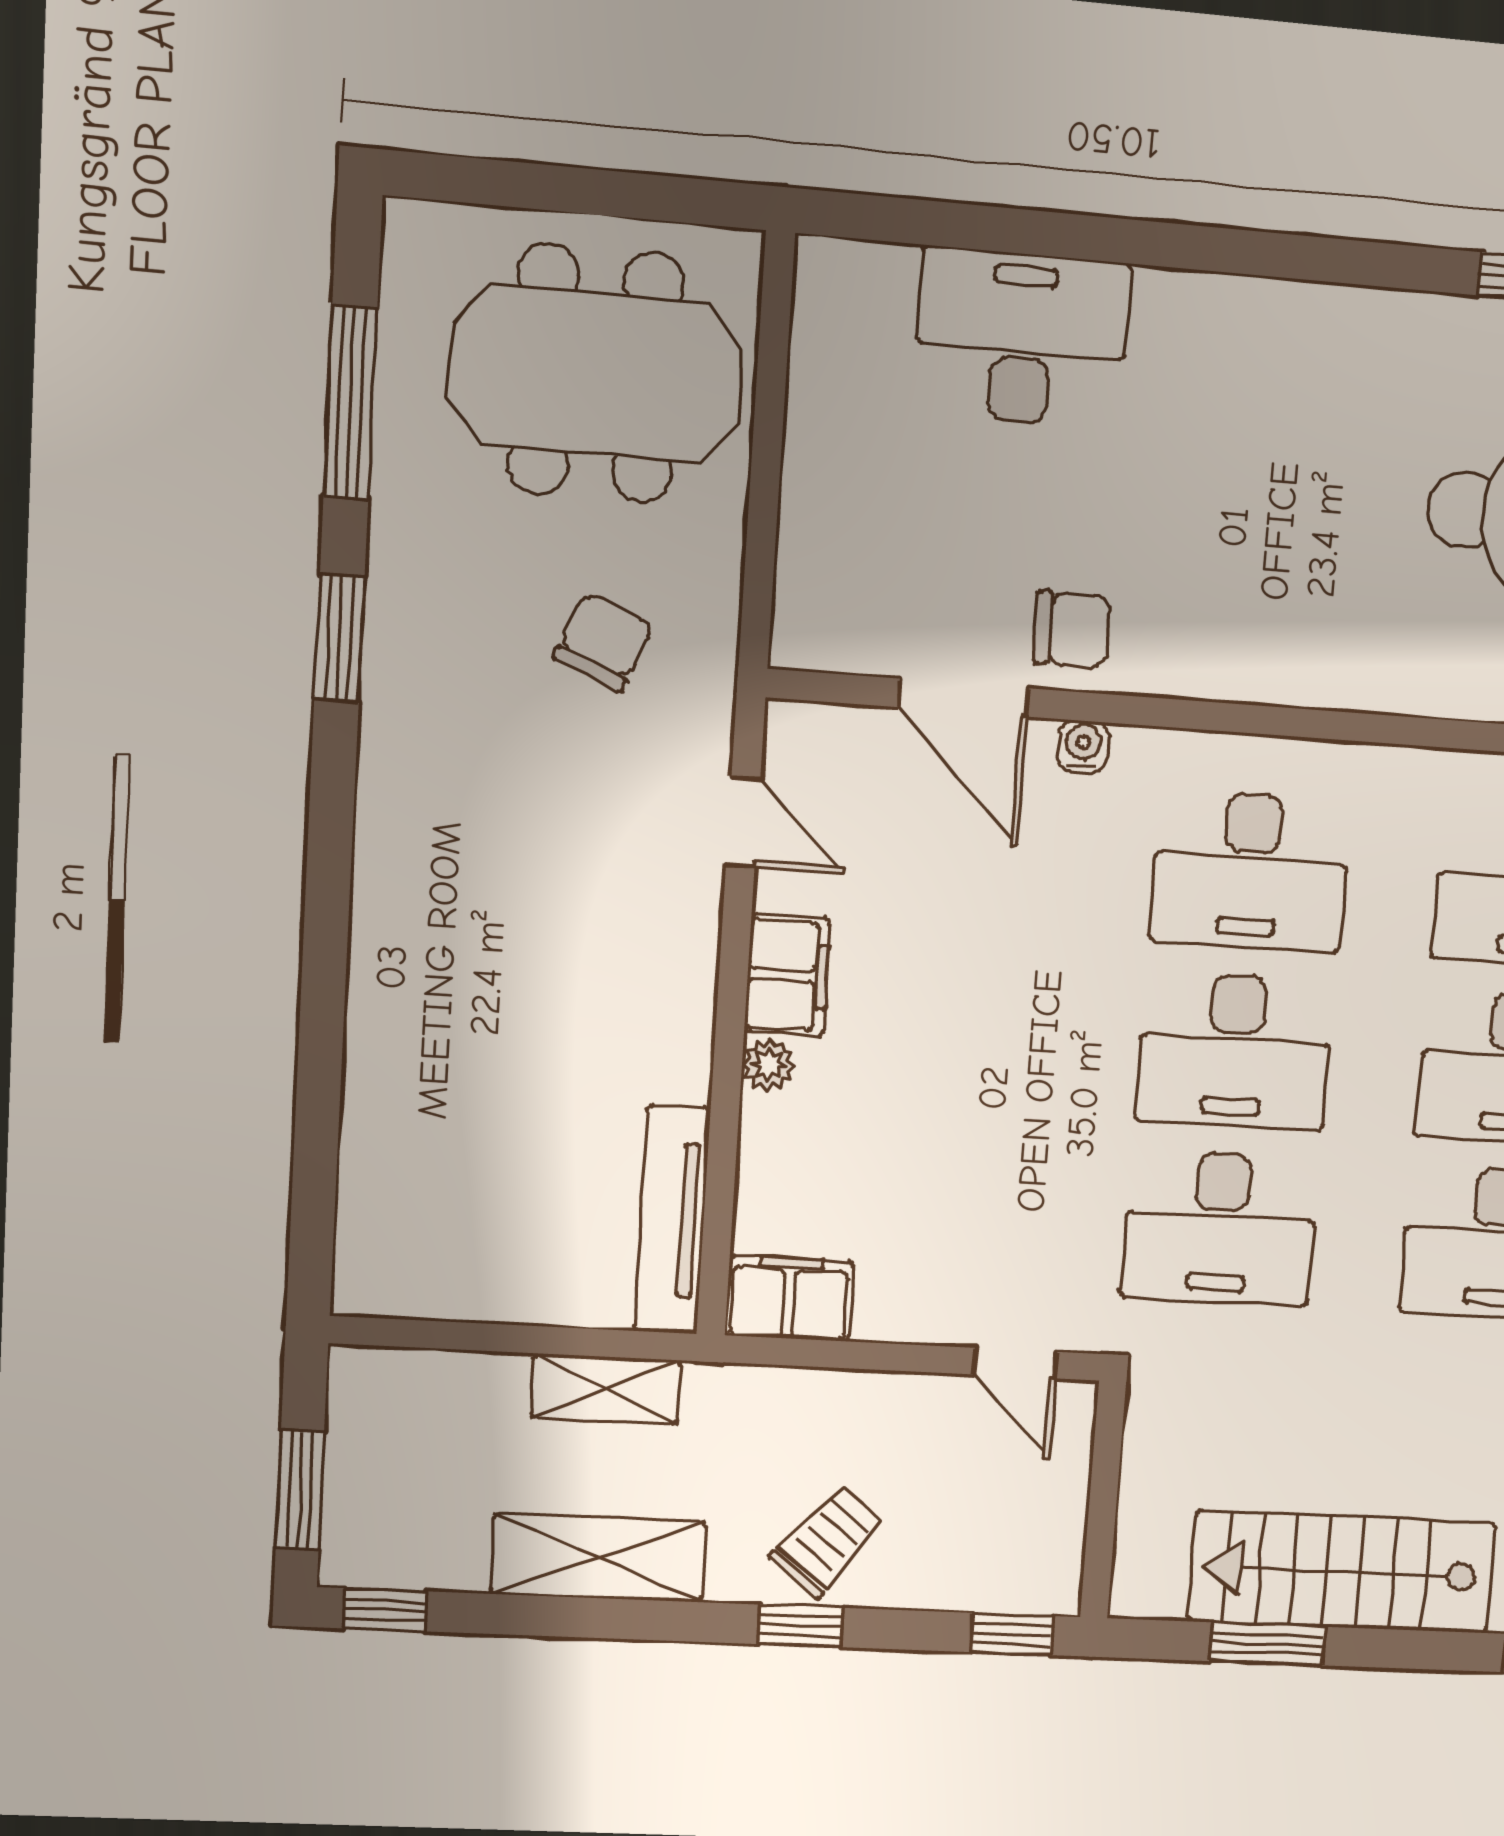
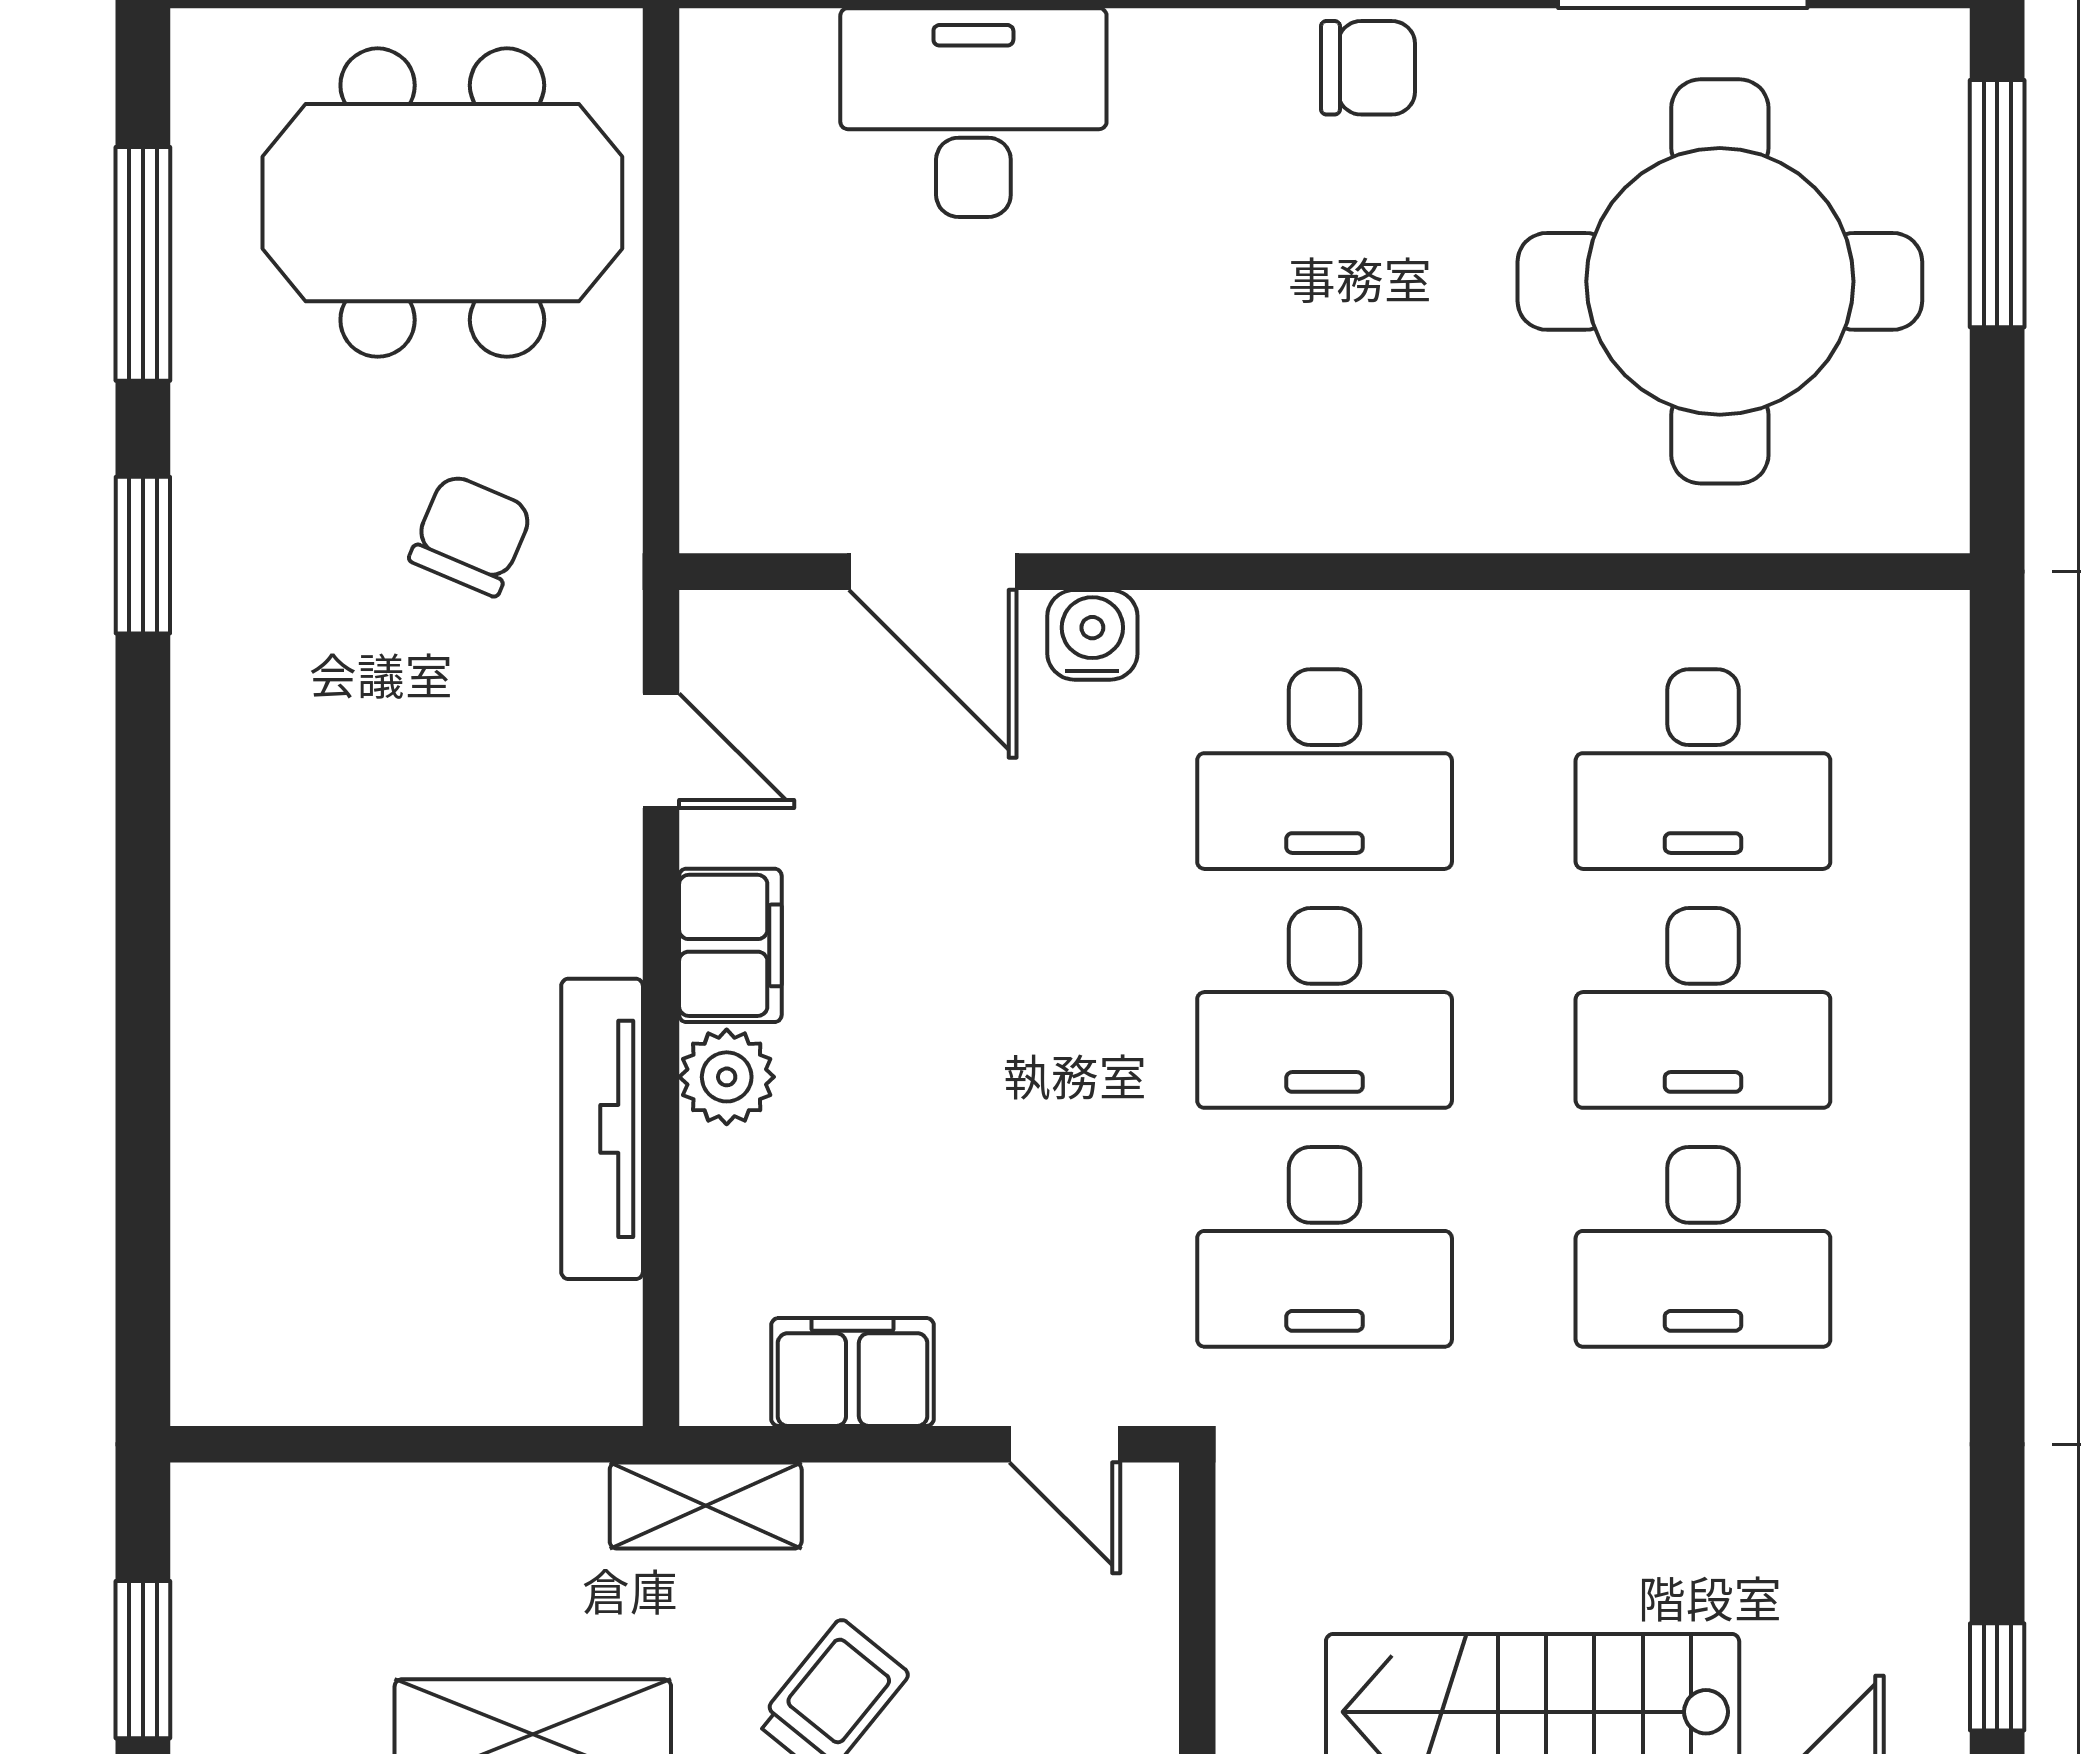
chair: (1072, 630) -> (1368, 68), moved
water cooler: (1083, 746) -> (1092, 635), width x1.38, depth x1.38
plant: (769, 1065) -> (727, 1077), width x1.38, depth x1.38
tv unit: (672, 1220) -> (602, 1129), moved
filing cabinet: (789, 1298) -> (852, 1372), moved
shelving: (606, 1389) -> (706, 1506), moved

